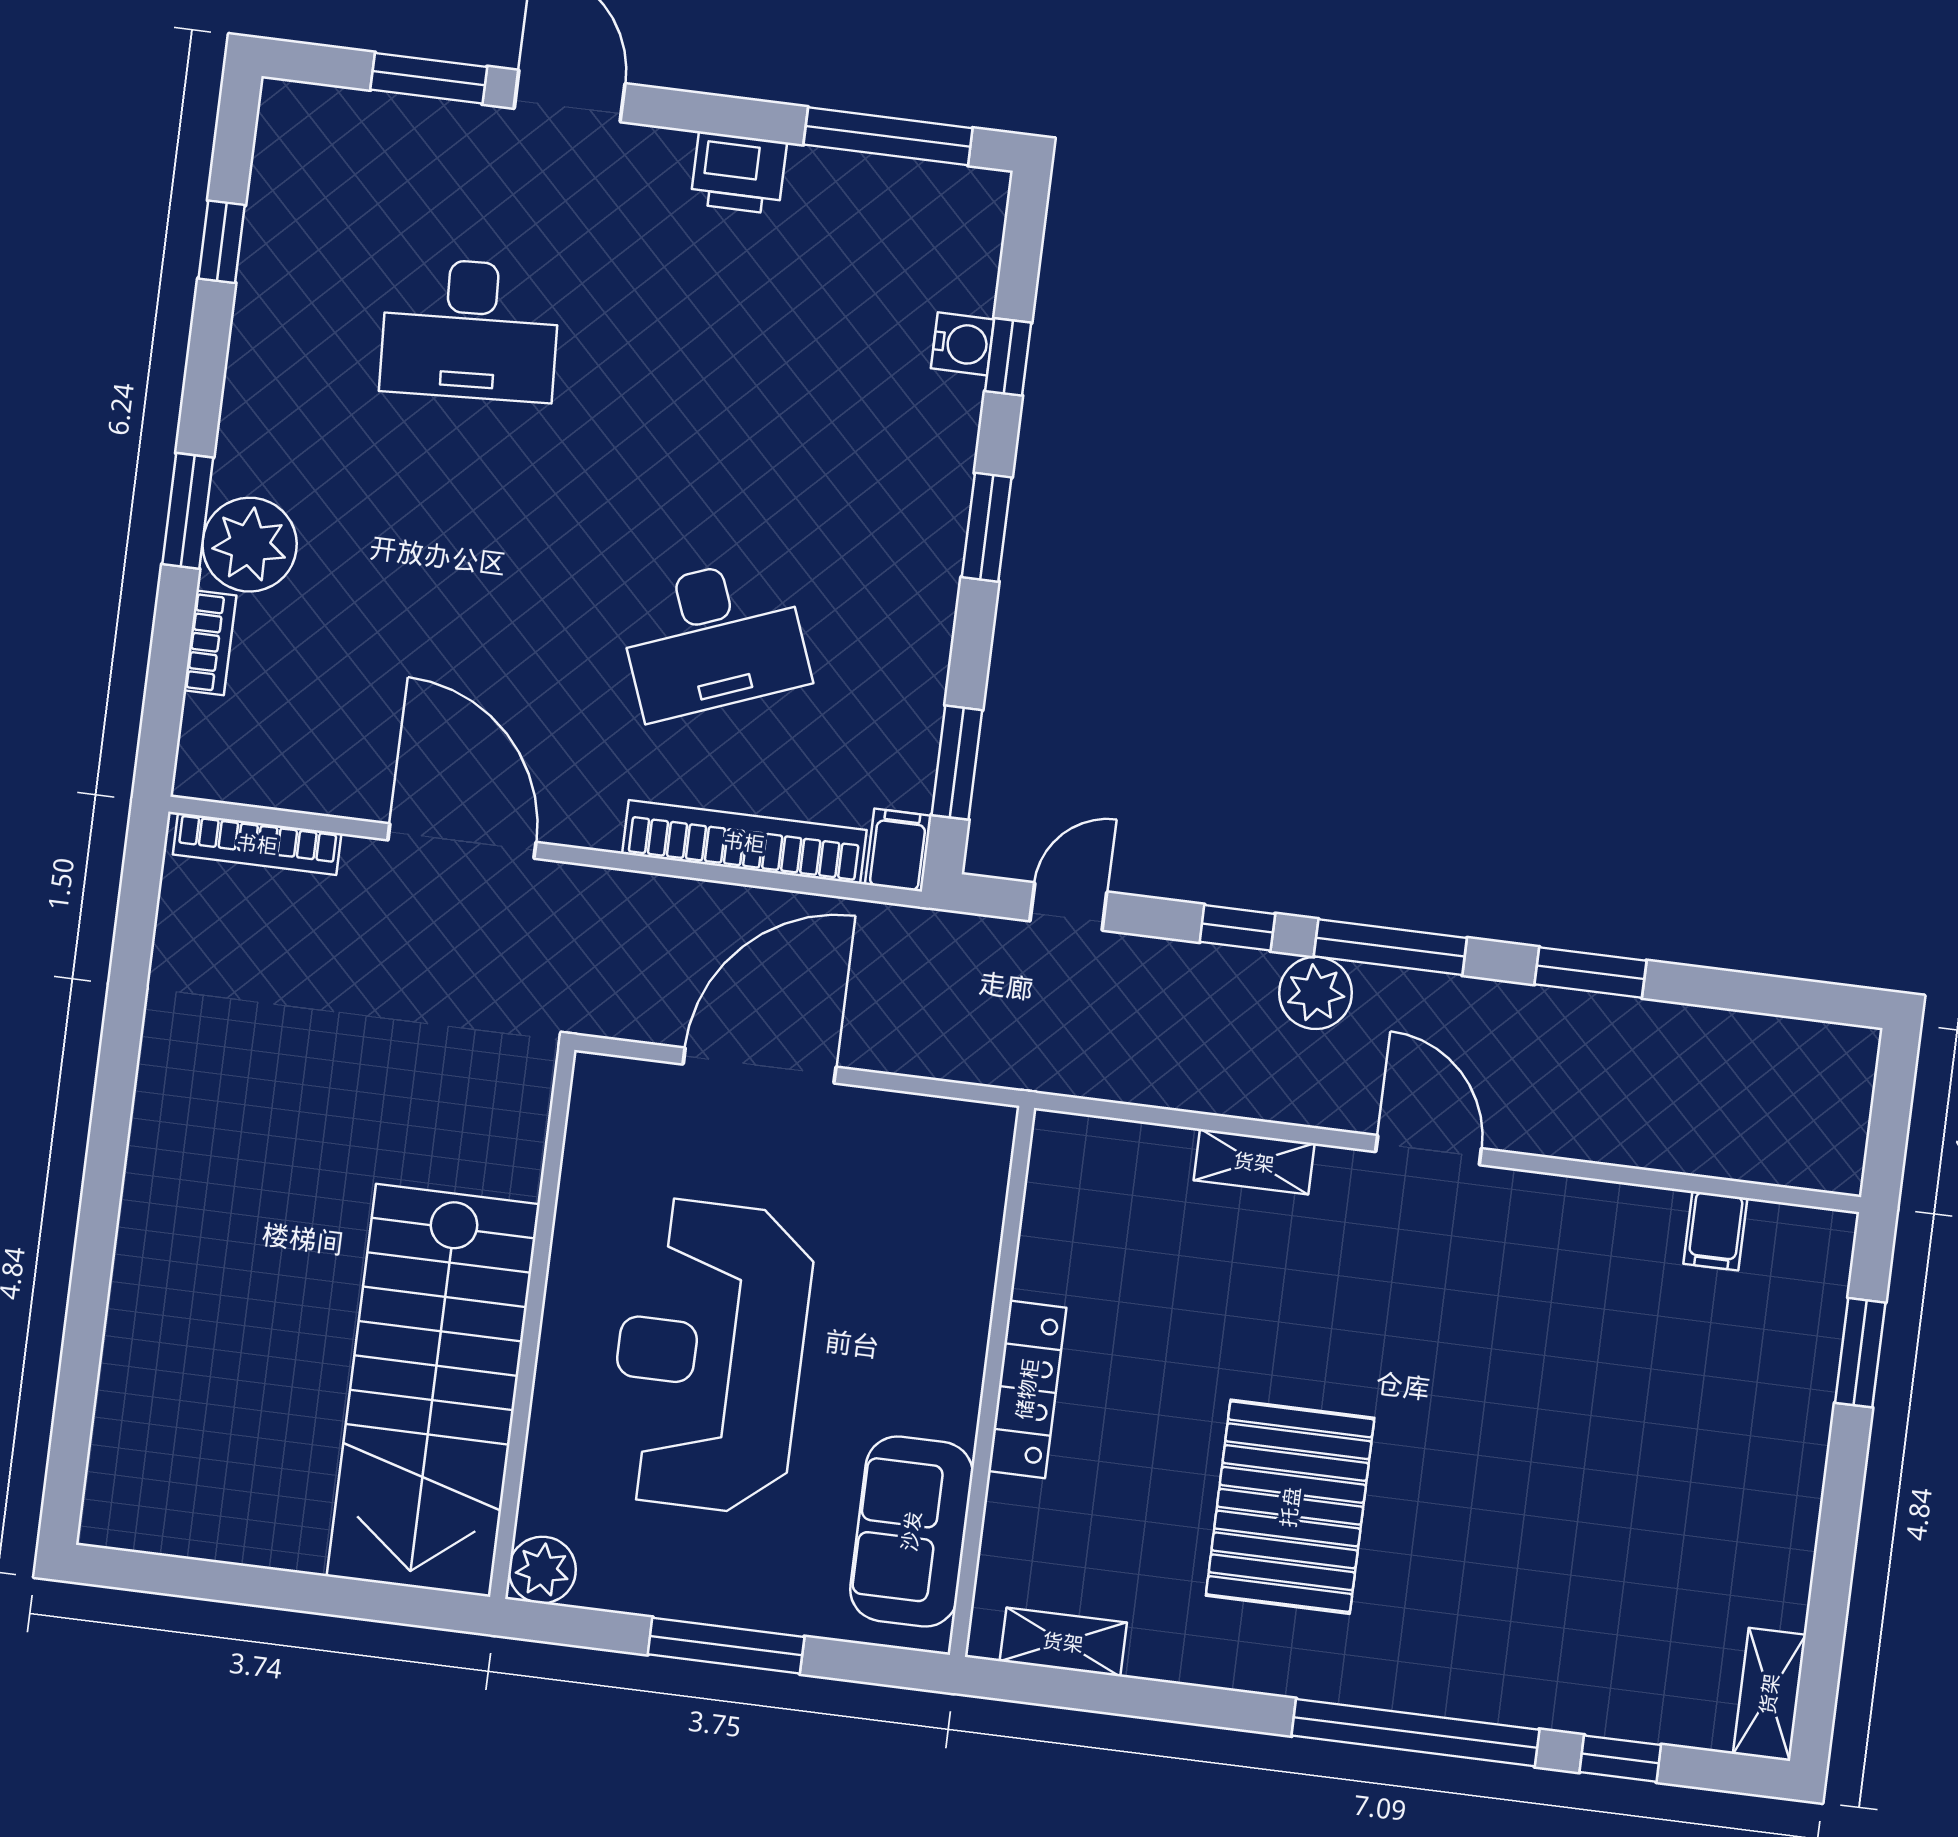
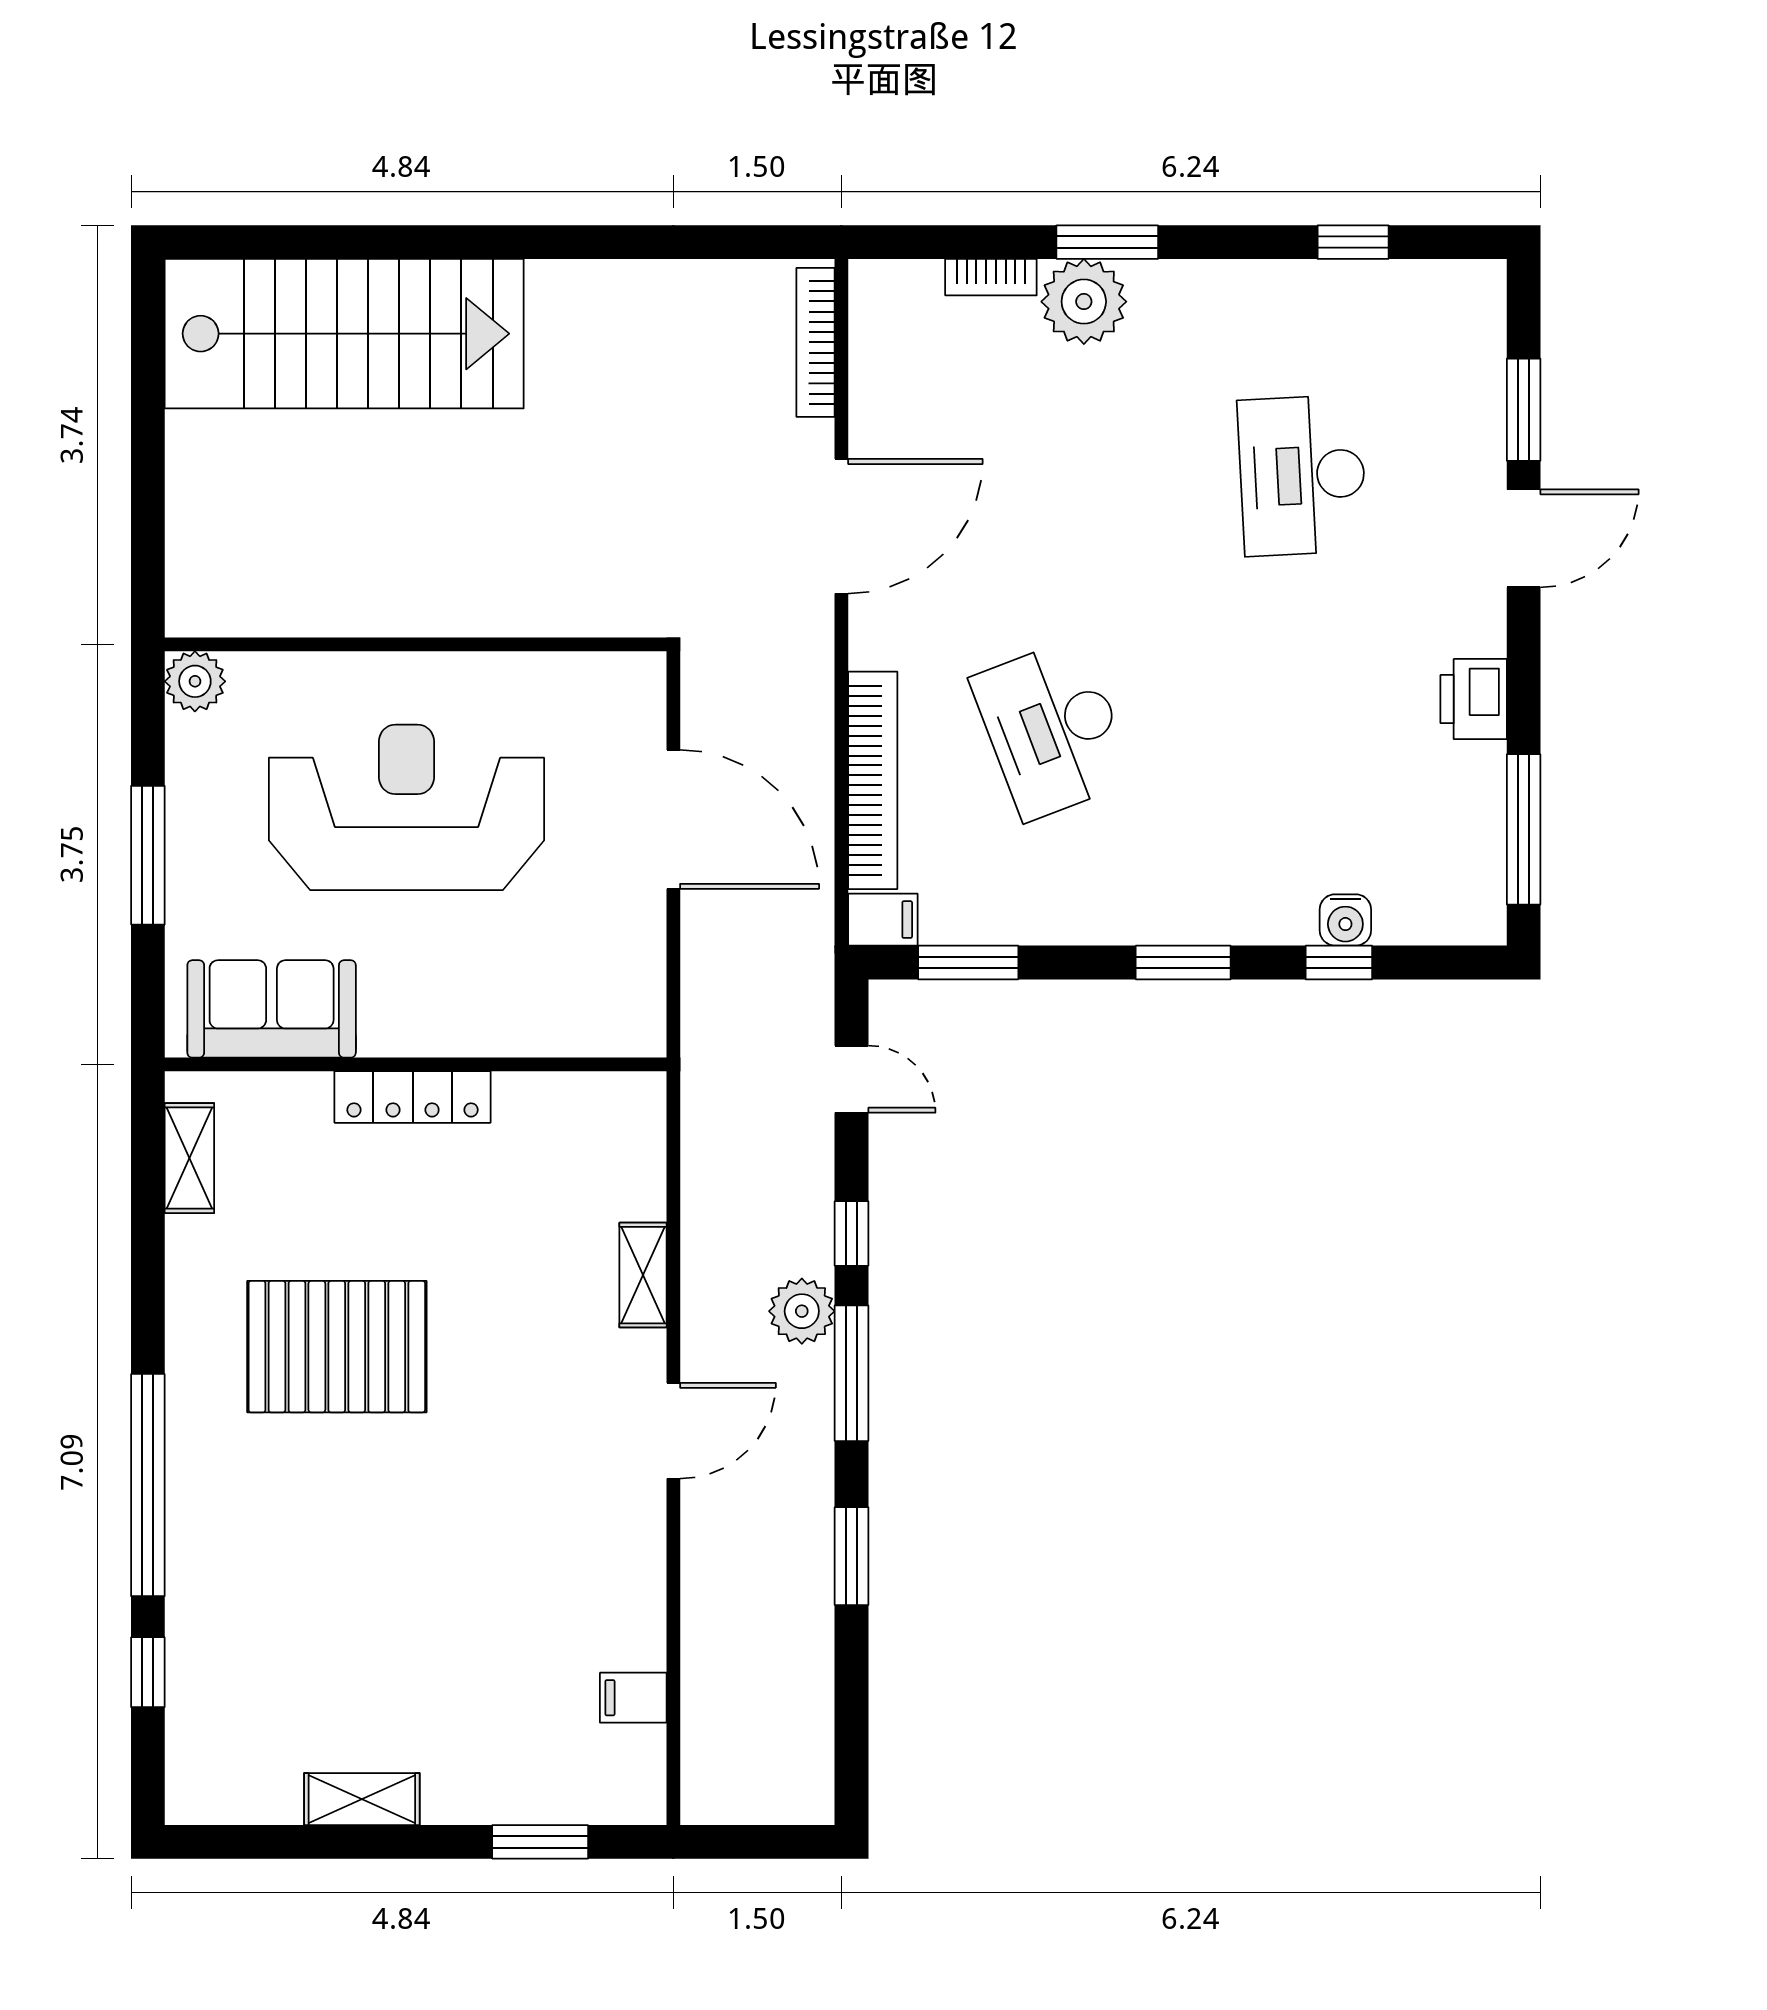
stairs: (433, 1390) -> (344, 334), moved, turned 180
shelving: (1769, 1694) -> (362, 1799), moved

